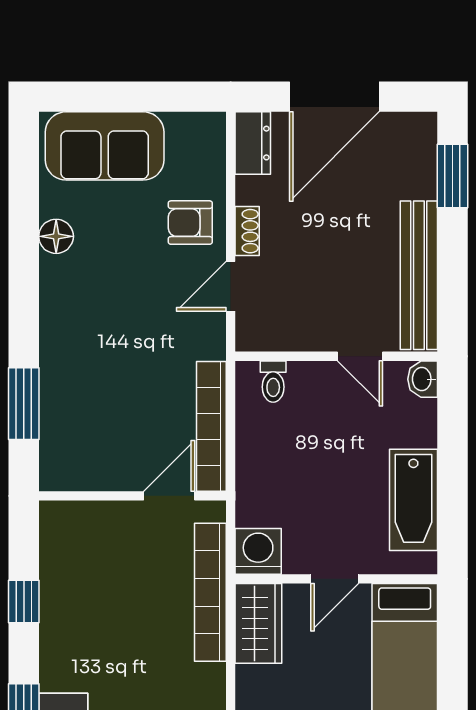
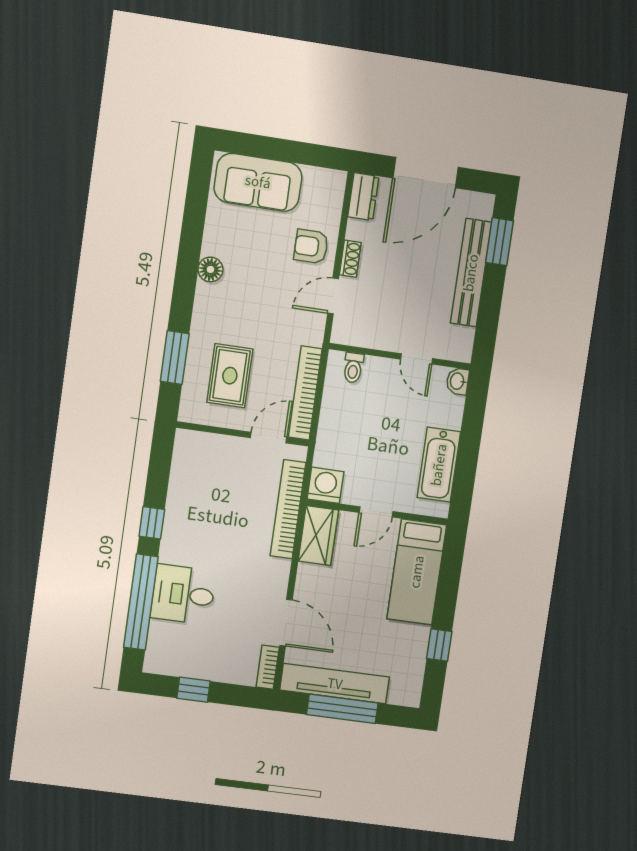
floor lamp: (56, 236) -> (210, 269), moved
bench: (419, 275) -> (471, 273), moved
rug: (103, 418) -> (230, 376), added
window: (24, 601) -> (152, 523), moved

